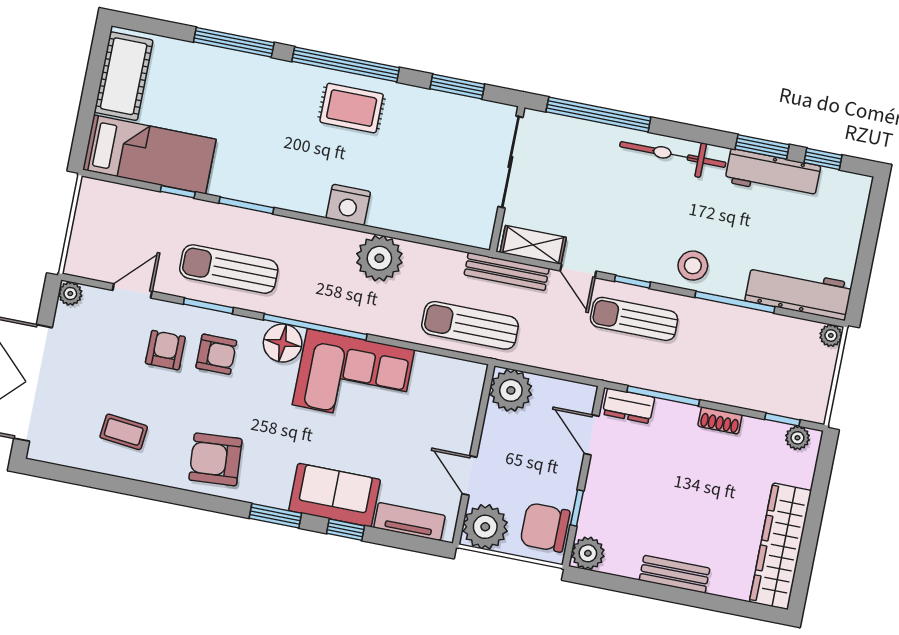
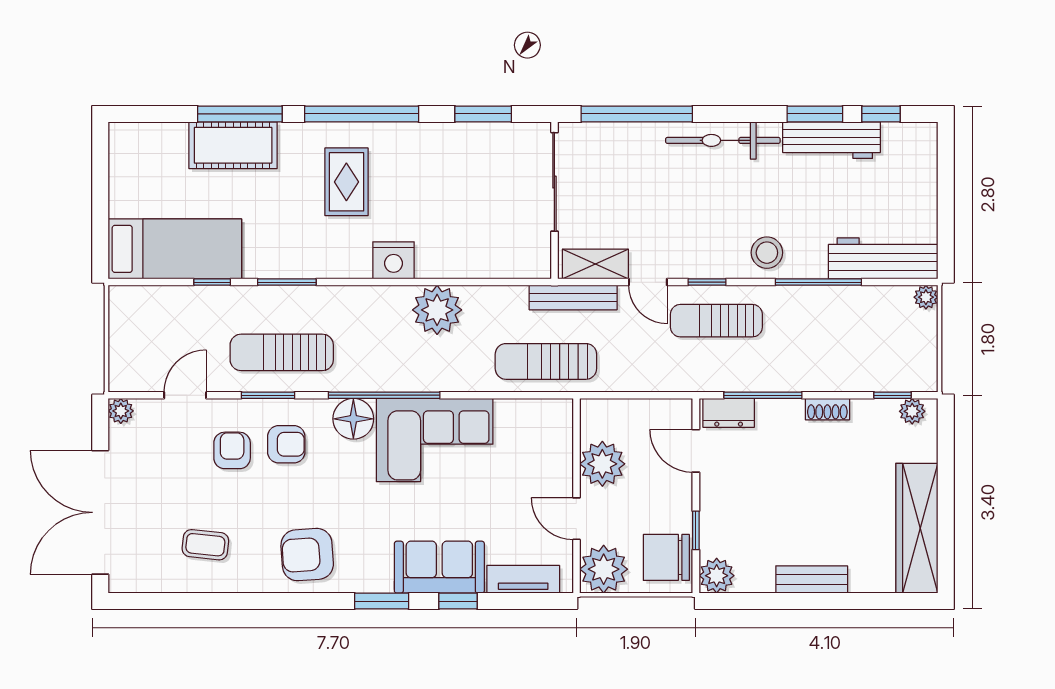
cot: (124, 76) -> (233, 145), moved, turned 90
rug: (352, 108) -> (346, 182), moved, turned 90
plant: (511, 390) -> (602, 464), moved

